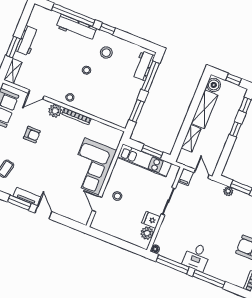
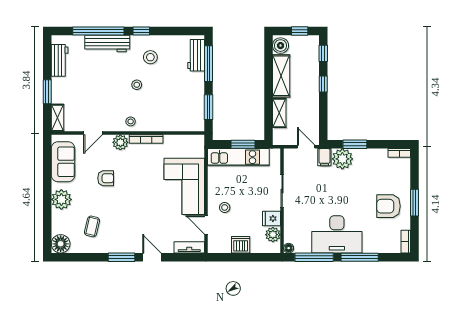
workbench: (27, 41) -> (60, 60), moved
filing cabinet: (186, 177) -> (324, 157), moved
plant: (228, 191) -> (342, 159), width x1.87, depth x1.87
tv unit: (27, 197) -> (189, 247), moved
dishwasher: (118, 231) -> (241, 245), added
desk: (197, 257) -> (337, 234), width x1.87, depth x1.30

